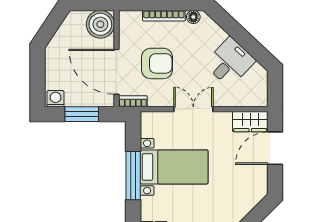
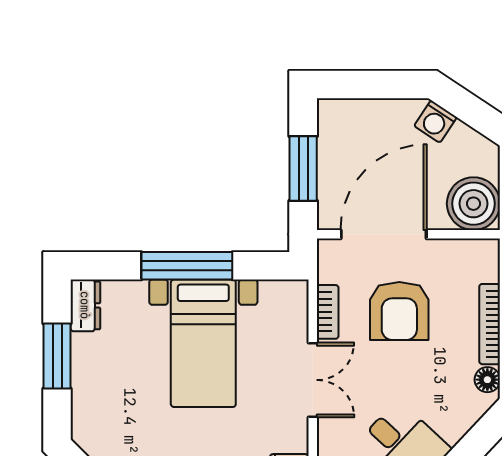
washing machine: (56, 99) -> (435, 122), moved, turned 124
bookcase: (133, 101) -> (328, 312), moved

